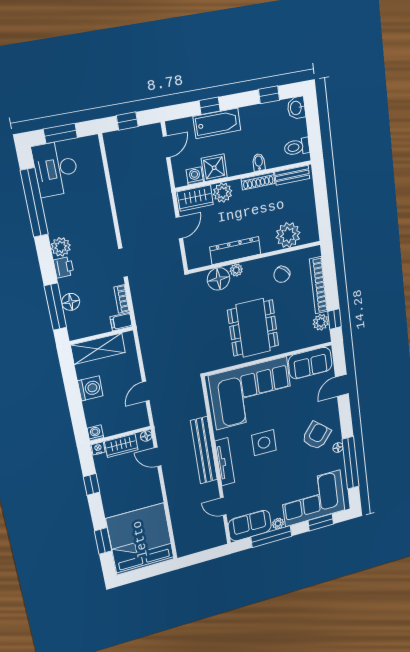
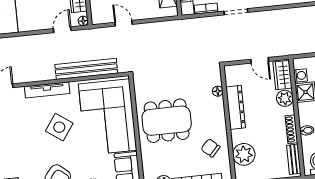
plant: (236, 270) -> (219, 107), removed
floor lamp: (218, 279) -> (218, 91), width x0.53, depth x0.53
side table: (264, 443) -> (59, 127), turned 35
bench: (204, 450) -> (86, 69), moved

